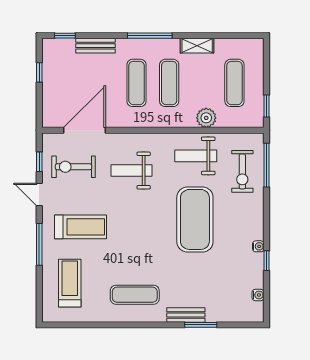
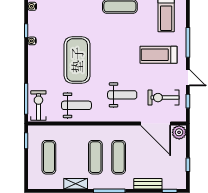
plant: (206, 118) -> (179, 132), moved
door: (84, 130) -> (156, 123), hinge flipped
exercise bike: (73, 167) -> (163, 98), turned 180
exercise bike: (242, 171) -> (38, 106), moved

